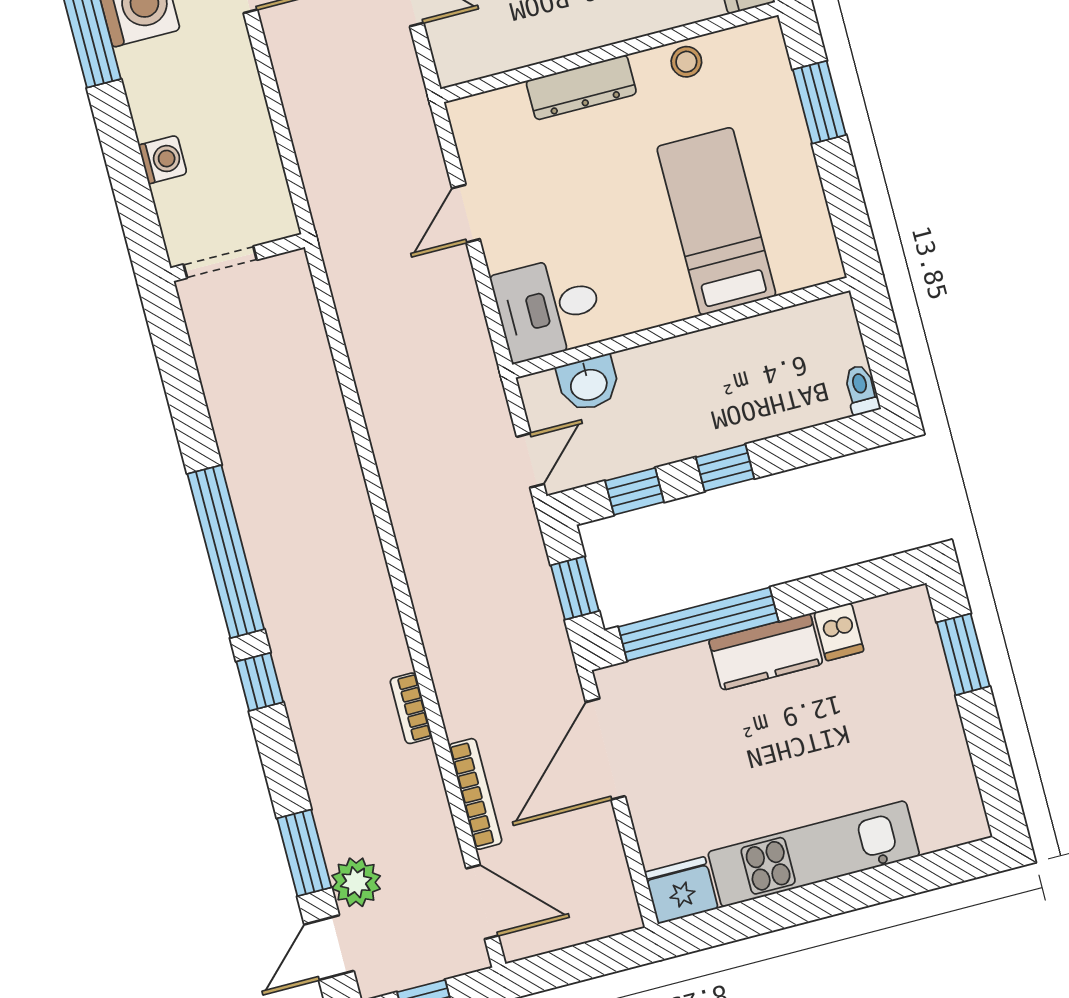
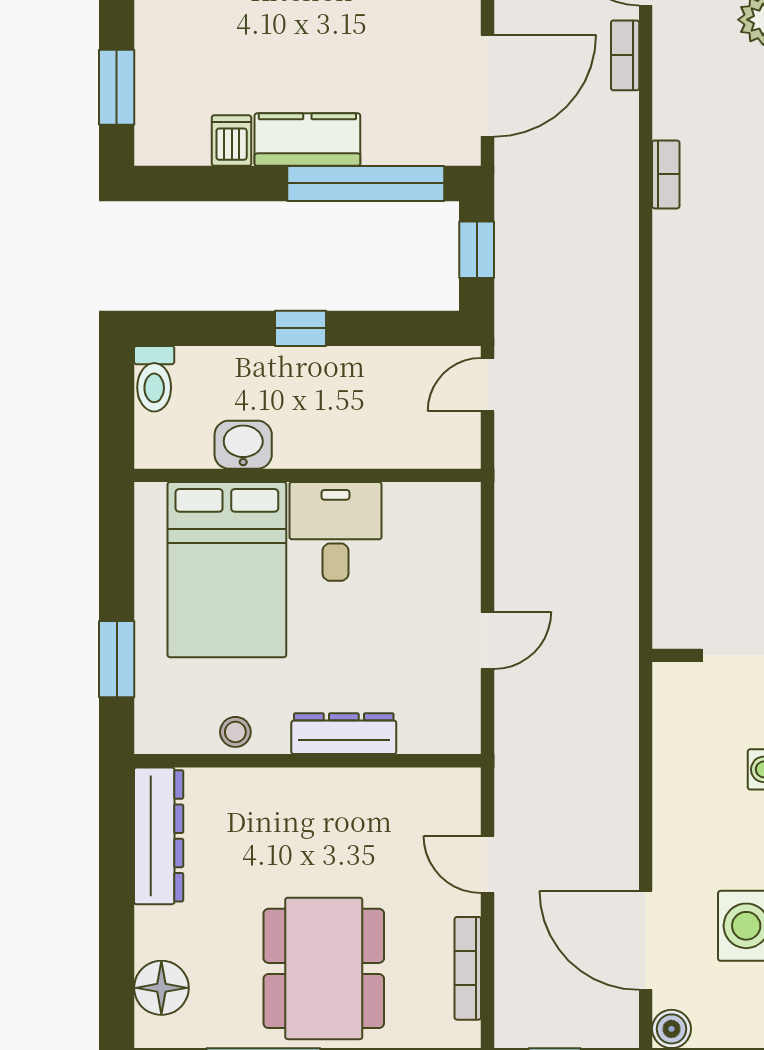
bed: (716, 221) -> (227, 570), width x1.50
desk: (548, 308) -> (335, 531), moved, turned -90
washbasin: (588, 383) -> (243, 445), moved
toilet: (861, 390) -> (154, 379), width x1.37, depth x1.39
window: (635, 491) -> (394, 328), removed
bookcase: (475, 794) -> (625, 55), width x0.64

